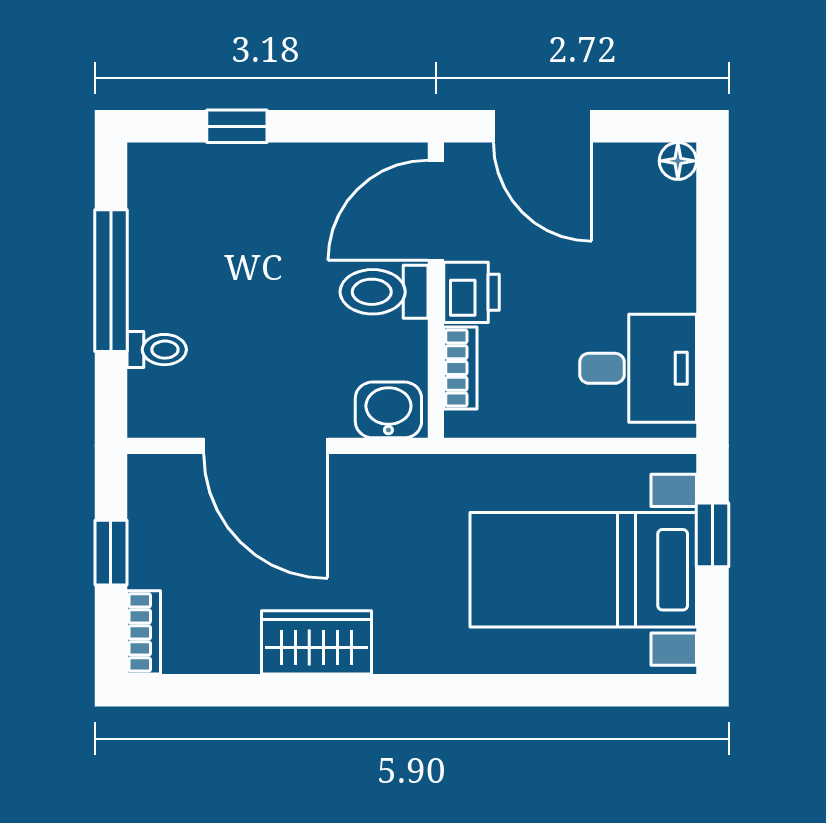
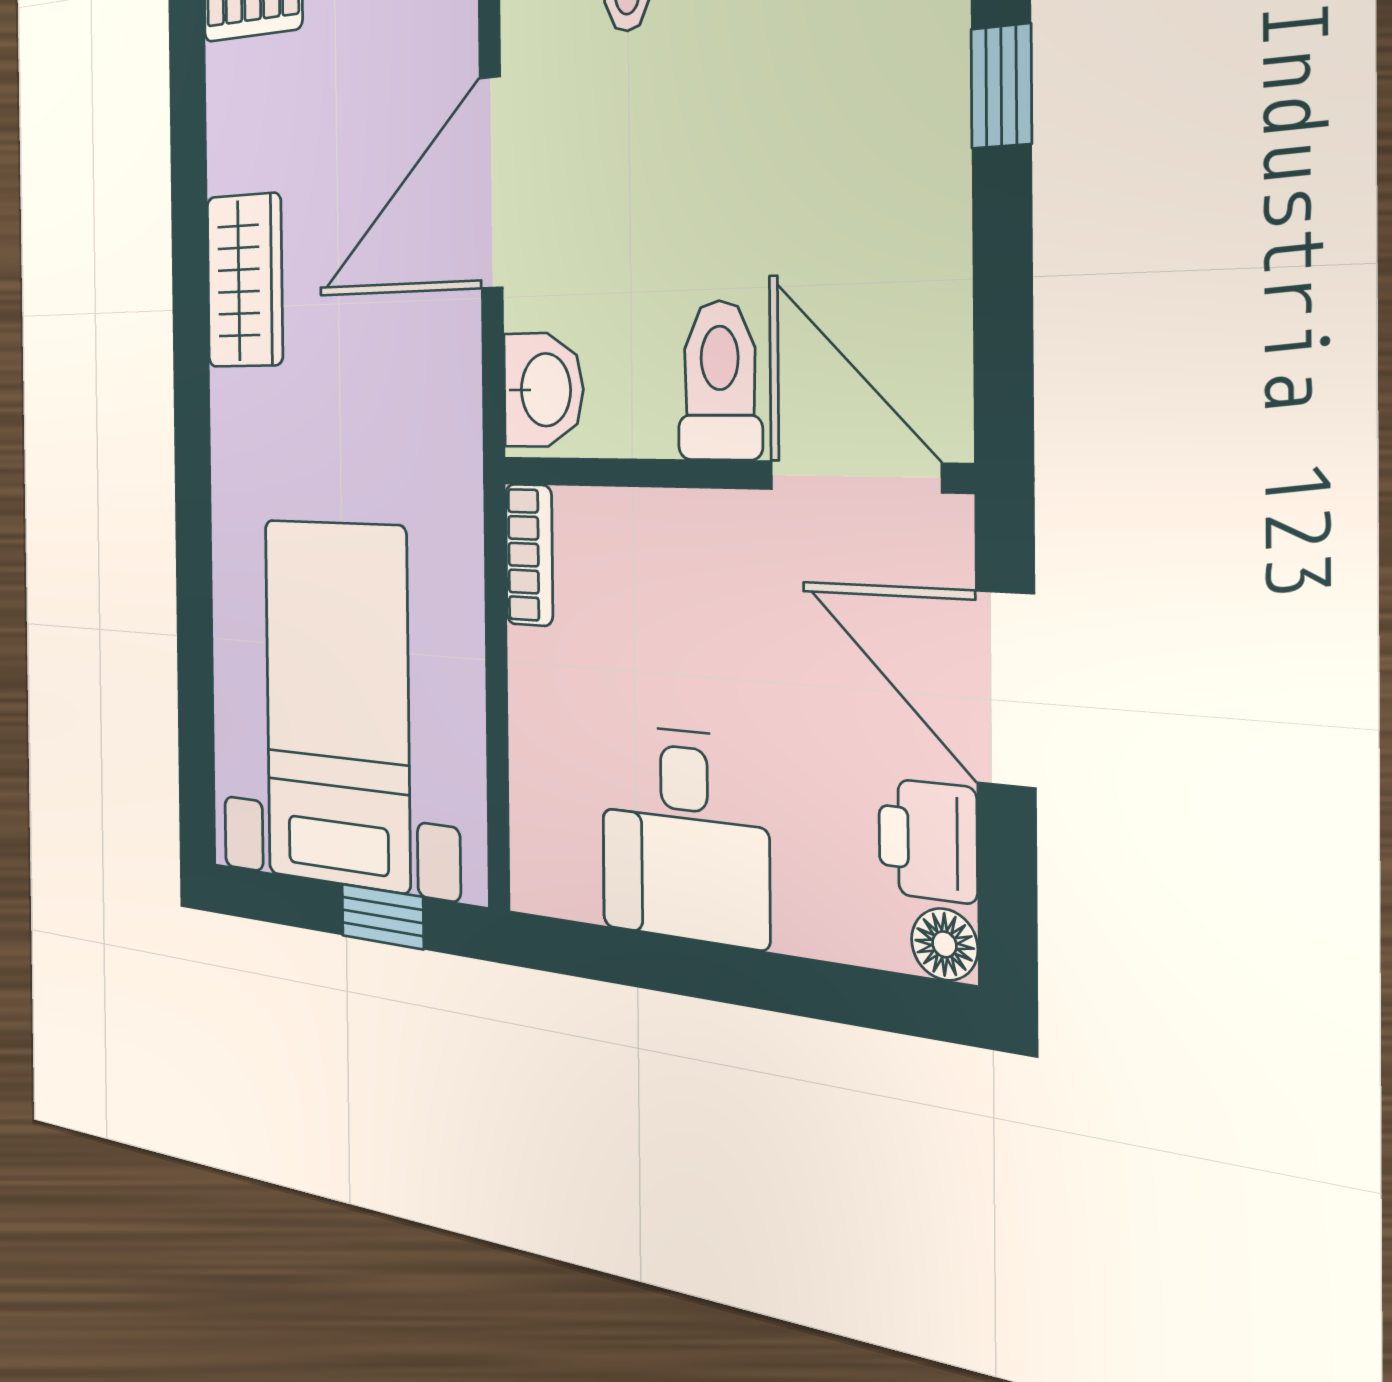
door: (543, 126) -> (1006, 689), hinge flipped
printer: (471, 292) -> (928, 840), moved, turned 90
bookcase: (460, 368) -> (529, 555), moved, turned -90
desk: (638, 368) -> (684, 835), moved

